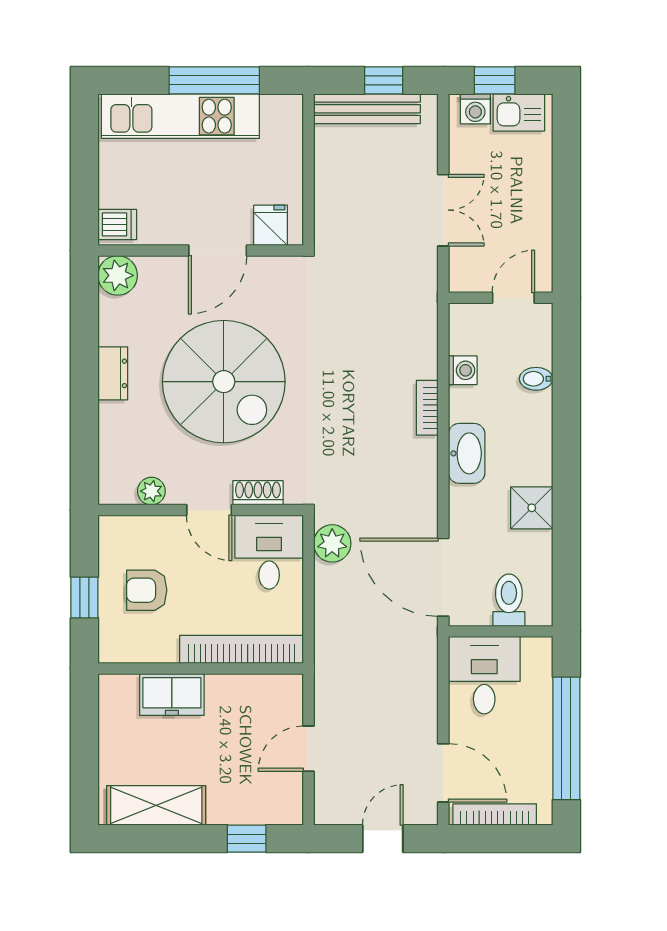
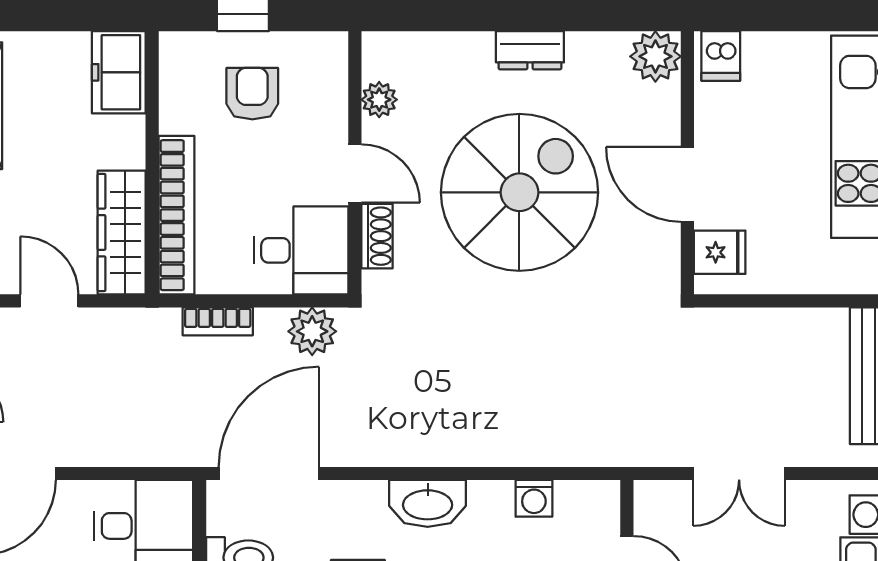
spiral stairs: (224, 382) -> (519, 192), turned 180
bookcase: (427, 408) -> (218, 321), moved, turned 180
door: (209, 510) -> (355, 174), swing flipped
wardrobe: (255, 692) -> (122, 232), added
freezer: (172, 694) -> (119, 72), moved

